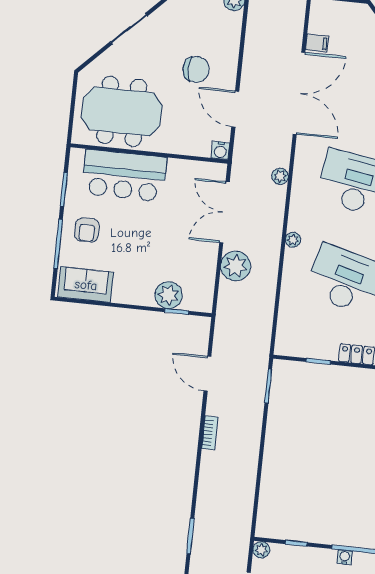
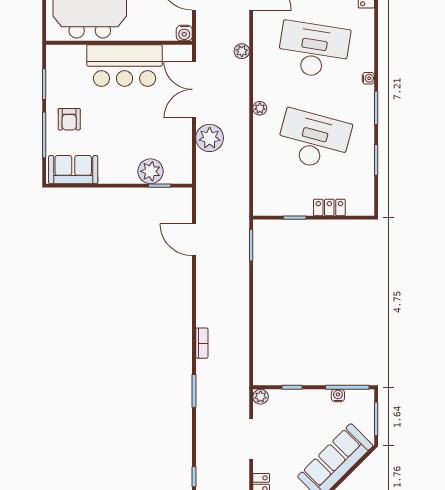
bar counter: (124, 176) -> (125, 65), moved
bookcase: (210, 433) -> (202, 343), moved

